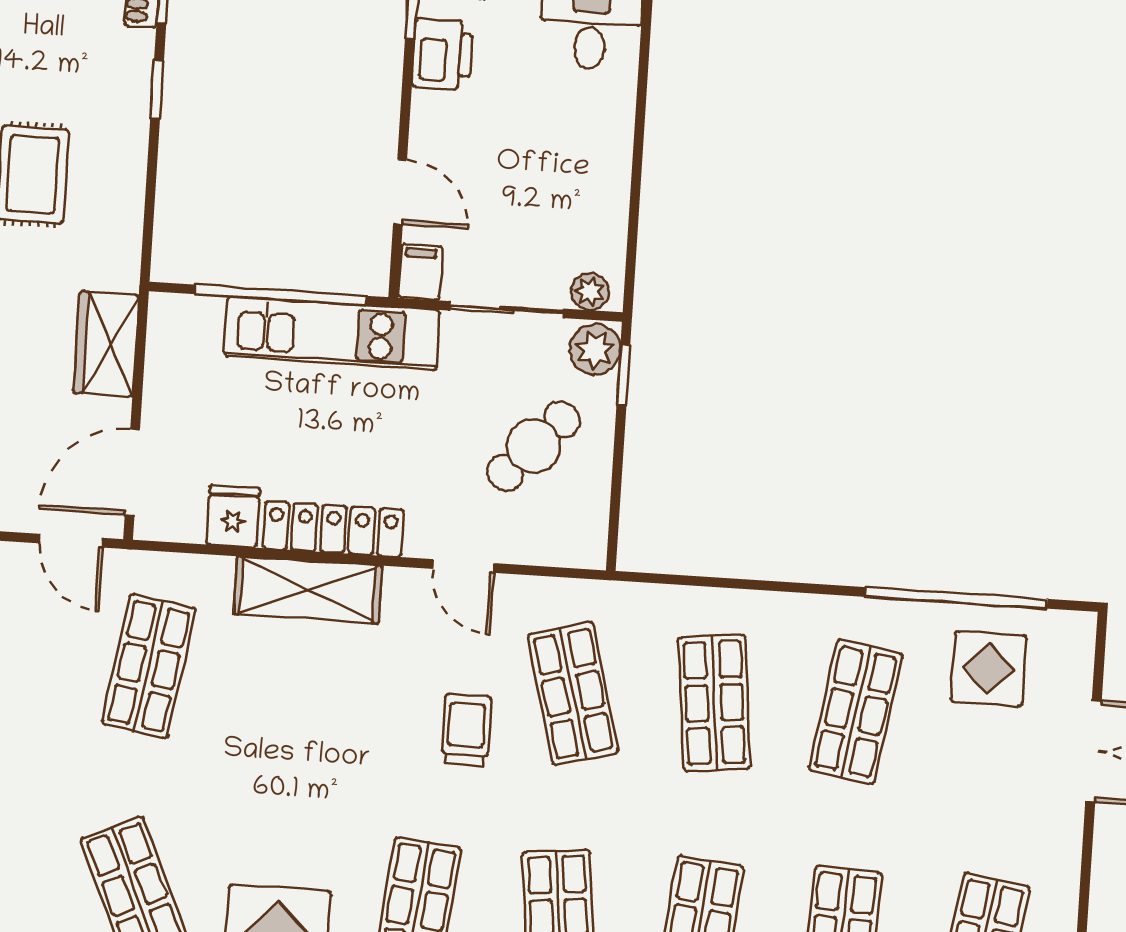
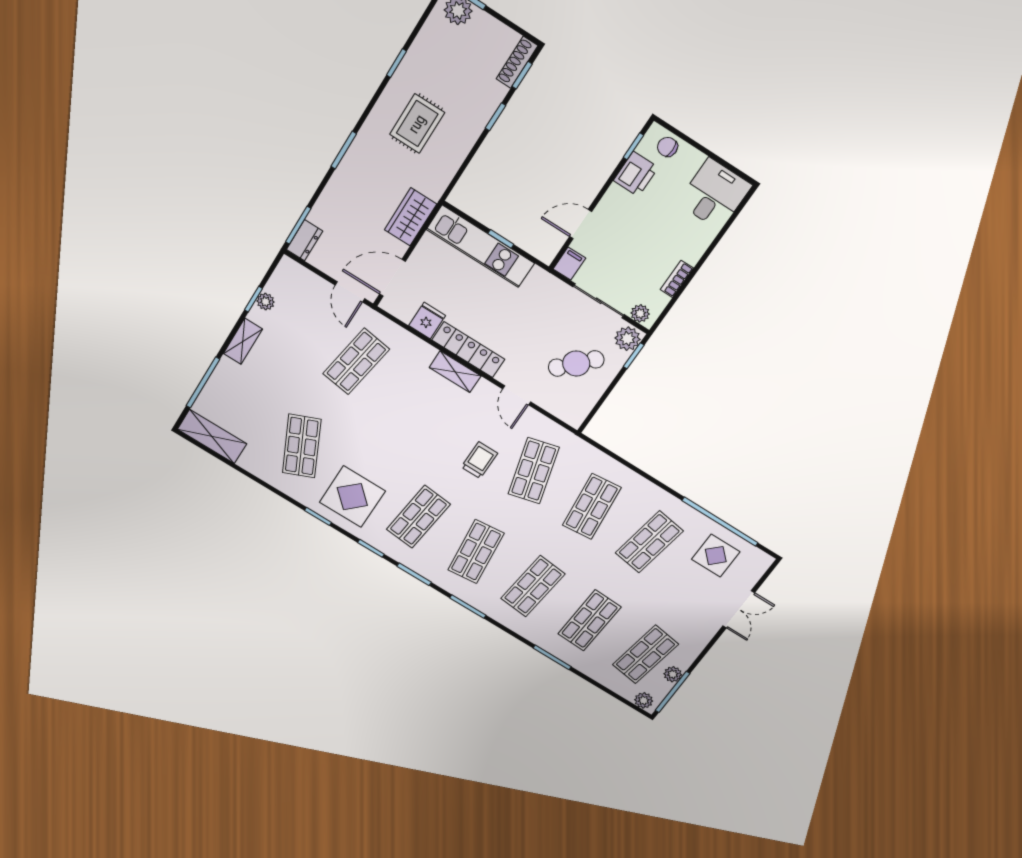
door: (400, 192) -> (581, 224), swing flipped
bookcase: (616, 195) -> (677, 279), added
window: (280, 295) -> (501, 239), width x0.32
kitchen unit: (332, 333) -> (480, 246), moved
shelving: (308, 590) -> (455, 372), width x0.67, depth x0.75

